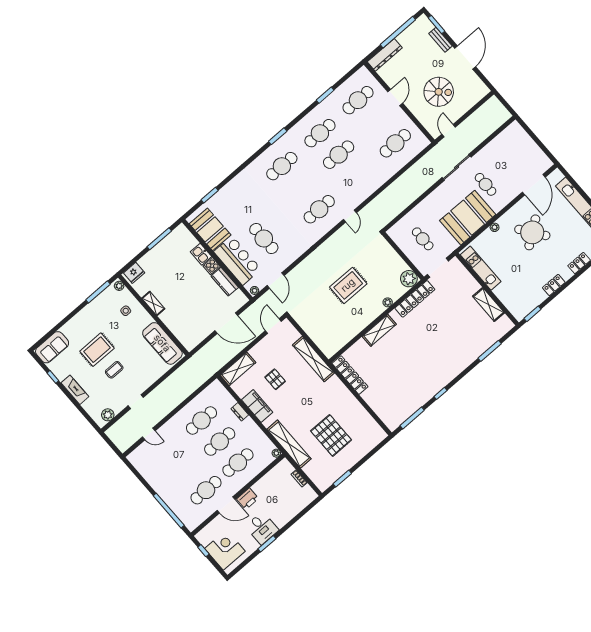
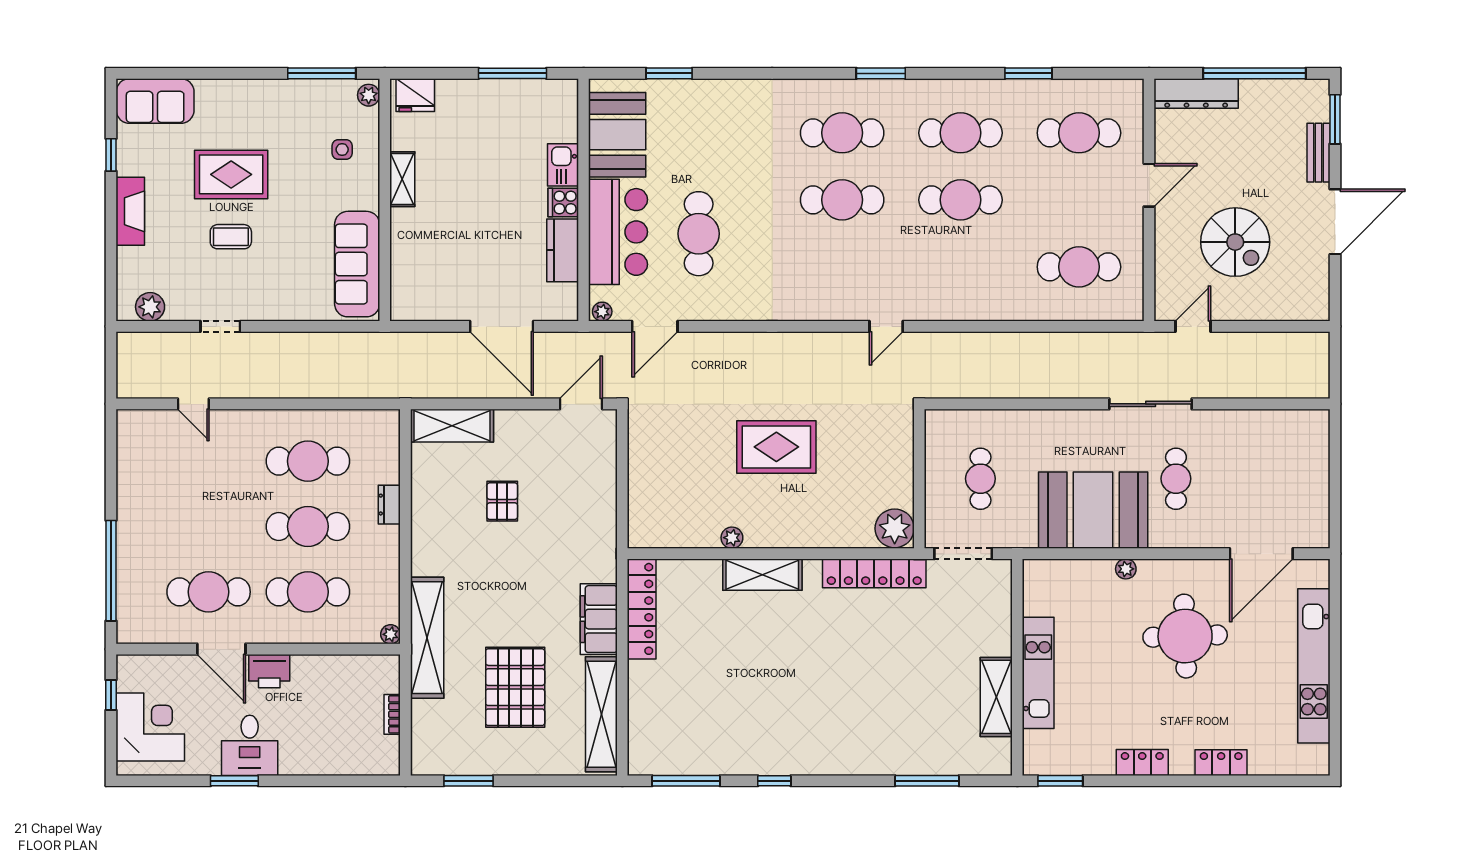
cafe table: (319, 209) -> (842, 200), moved
round table: (532, 232) -> (1185, 636), turned 34
kitchen unit: (481, 268) -> (1038, 673), moved
plant: (388, 302) -> (732, 538), moved
shelving: (313, 359) -> (601, 714), moved
filing cabinet: (257, 406) -> (599, 619), moved, turned 180

